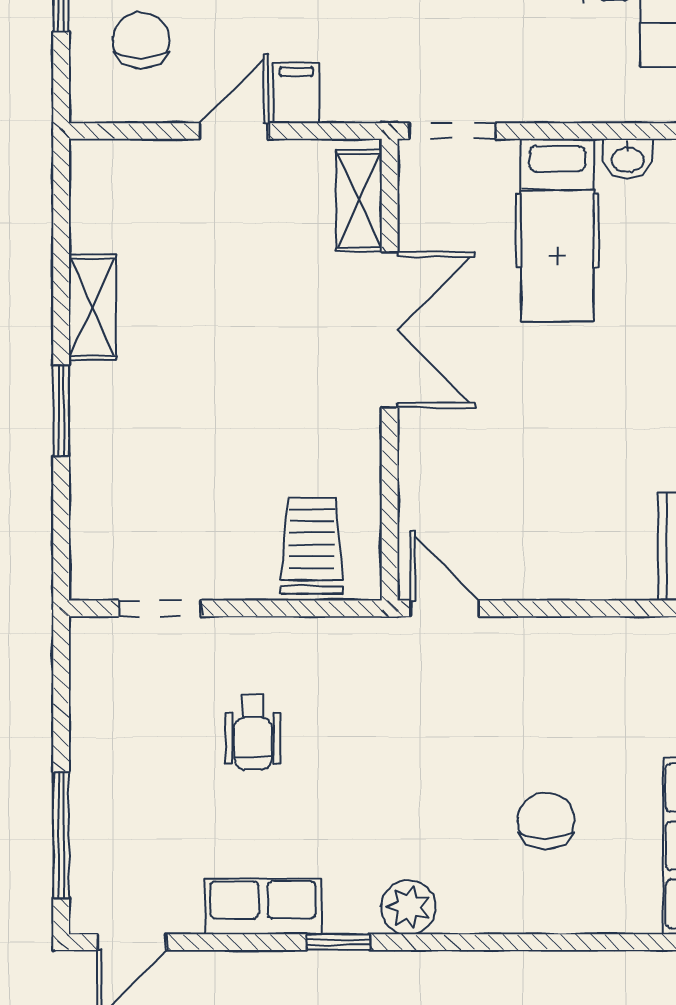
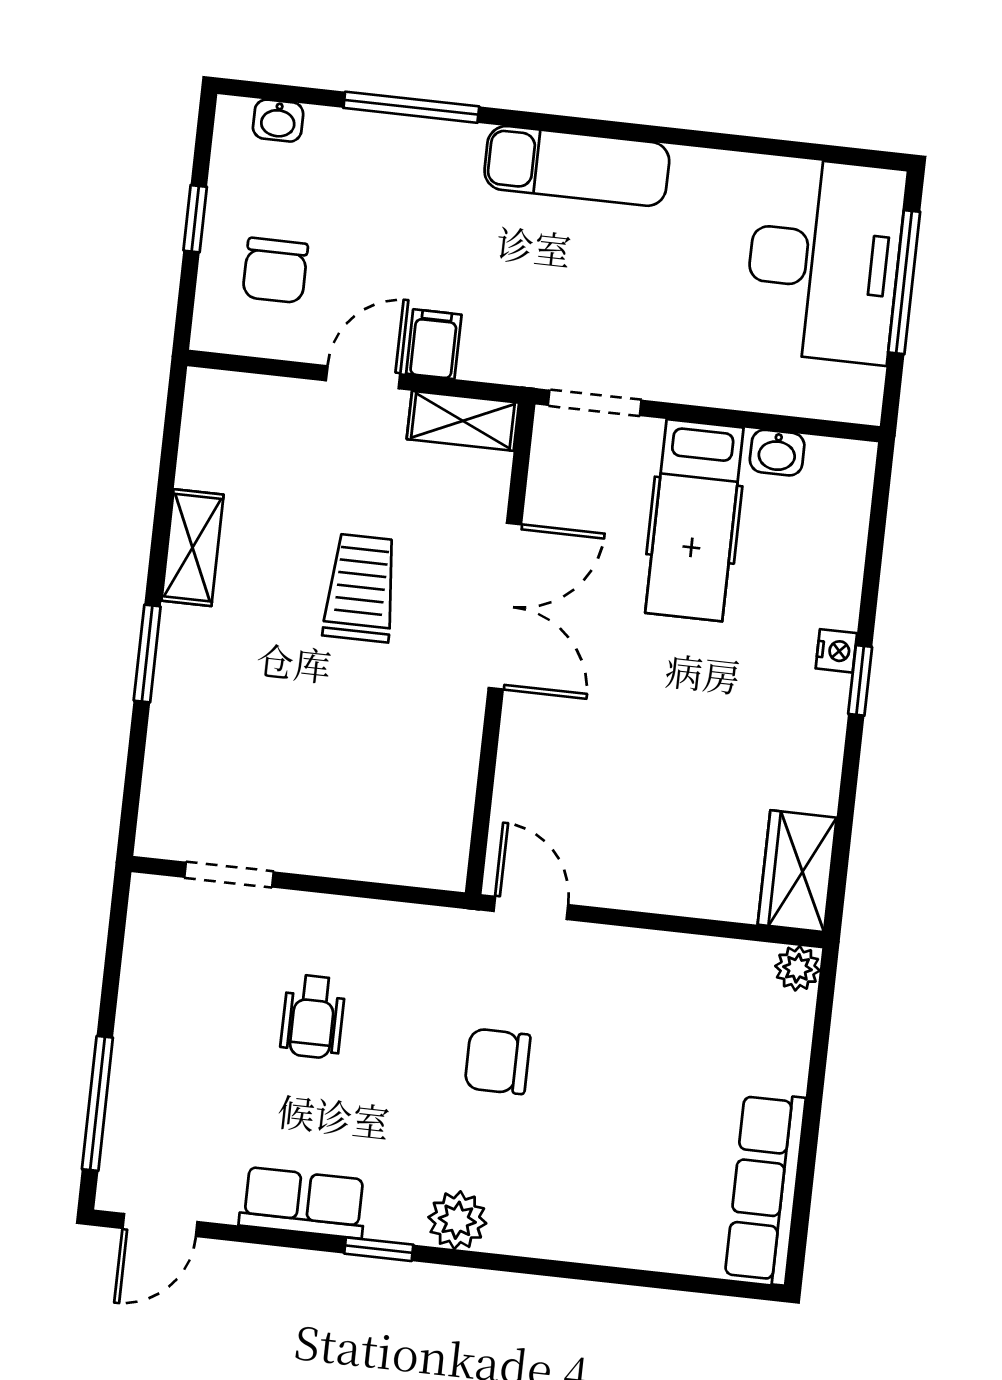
chair: (141, 41) -> (275, 270), turned 180
shelving: (359, 201) -> (463, 421), moved, turned 90
trolley: (312, 546) -> (361, 588), moved
chair: (546, 821) -> (497, 1061), moved, turned -90

